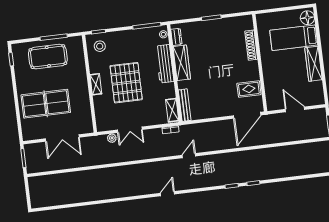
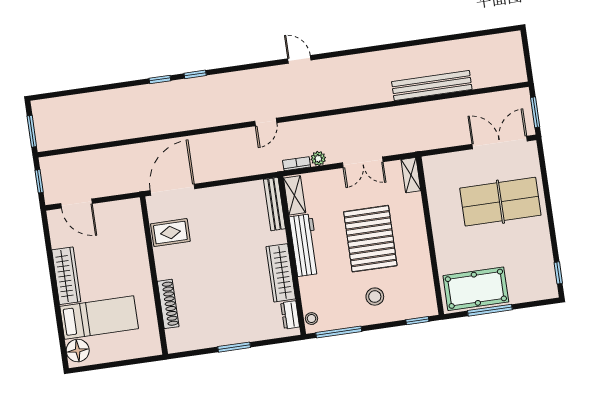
stool: (100, 46) -> (375, 297), moved
pool table: (48, 57) -> (476, 289), moved
workbench: (165, 64) -> (305, 245), moved
shelving: (96, 84) -> (411, 175), moved
door: (295, 109) -> (77, 204), moved
double door: (130, 130) -> (363, 162), swing flipped
double door: (62, 138) -> (500, 143), moved
plant: (112, 138) -> (318, 159), moved
bench: (86, 176) -> (432, 86), added
door: (167, 194) -> (299, 59), swing flipped

